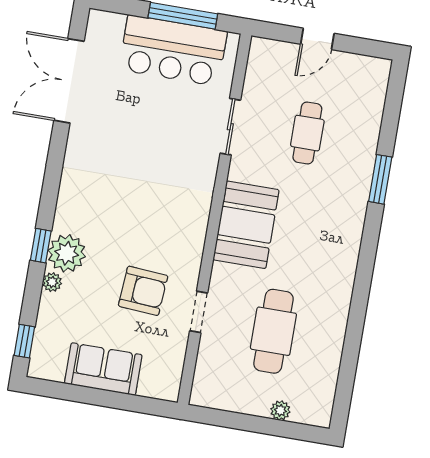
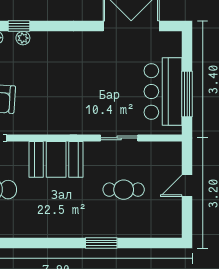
door: (317, 39) -> (187, 186), hinge flipped
plant: (67, 253) -> (23, 38), width x0.53, depth x0.53

